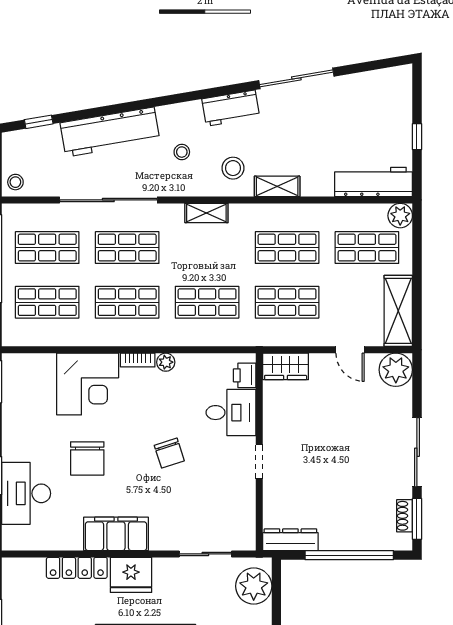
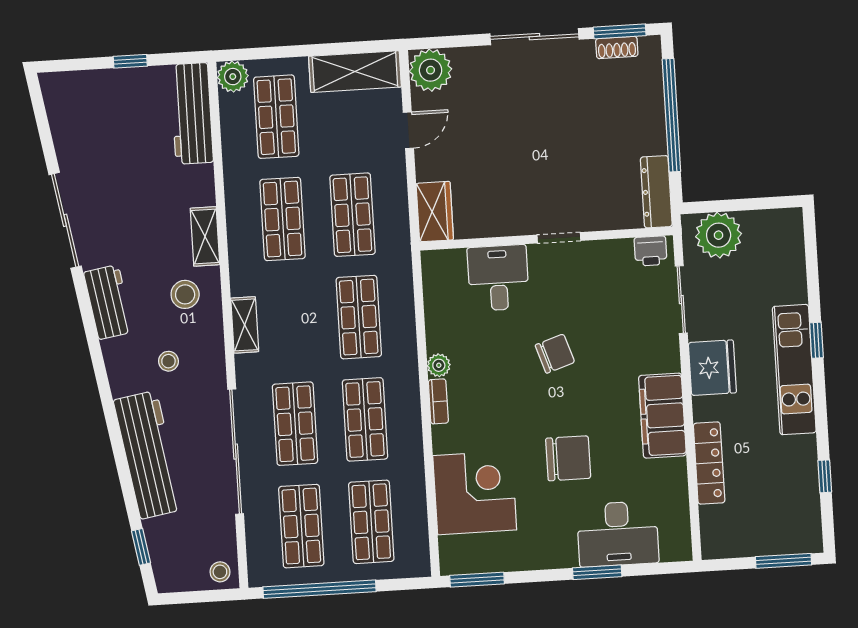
printer: (245, 375) -> (651, 251), moved
corner desk: (88, 384) -> (475, 493), moved
fridge: (131, 575) -> (712, 368), moved

